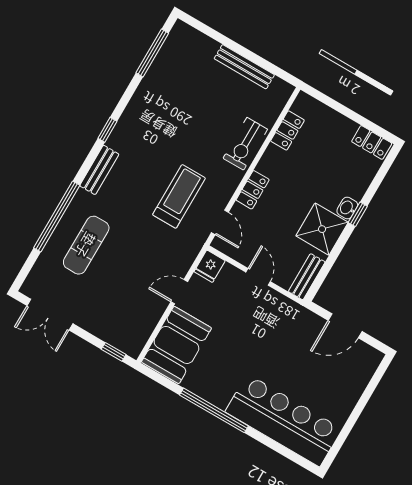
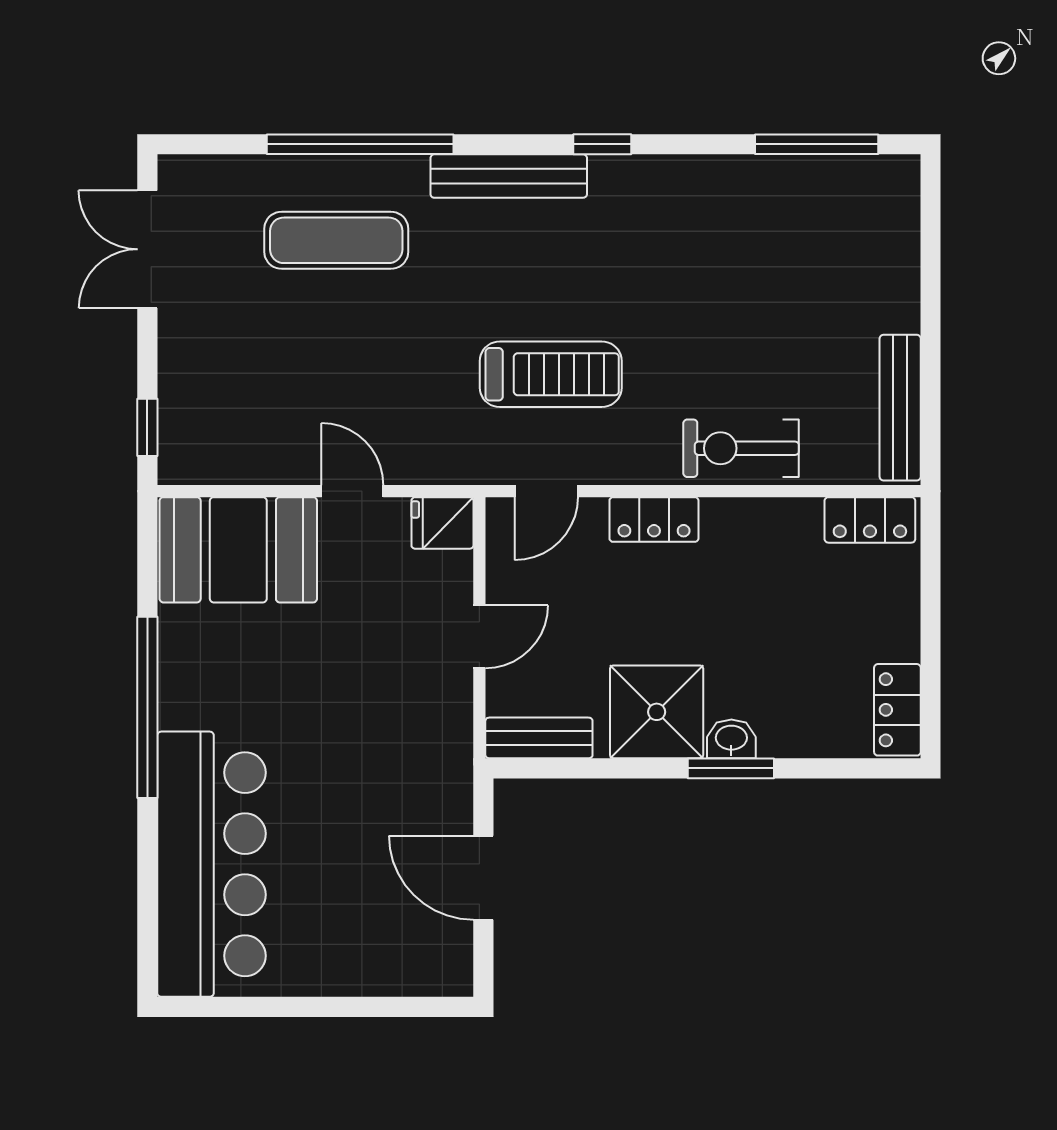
bench: (244, 67) -> (900, 408), moved
locker: (287, 130) -> (870, 520), moved
bench: (99, 170) -> (509, 176), width x1.36
window: (358, 214) -> (731, 768), width x1.50

